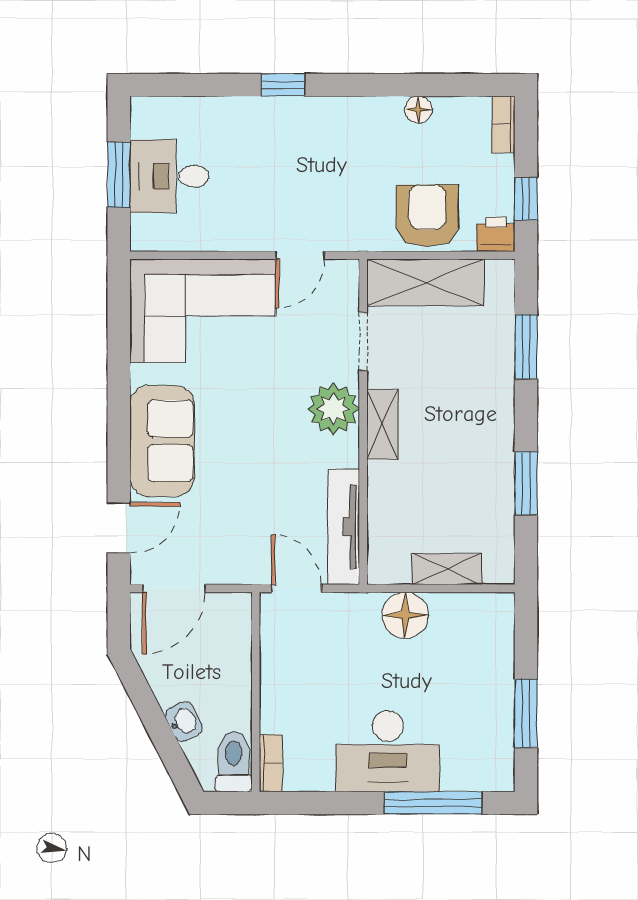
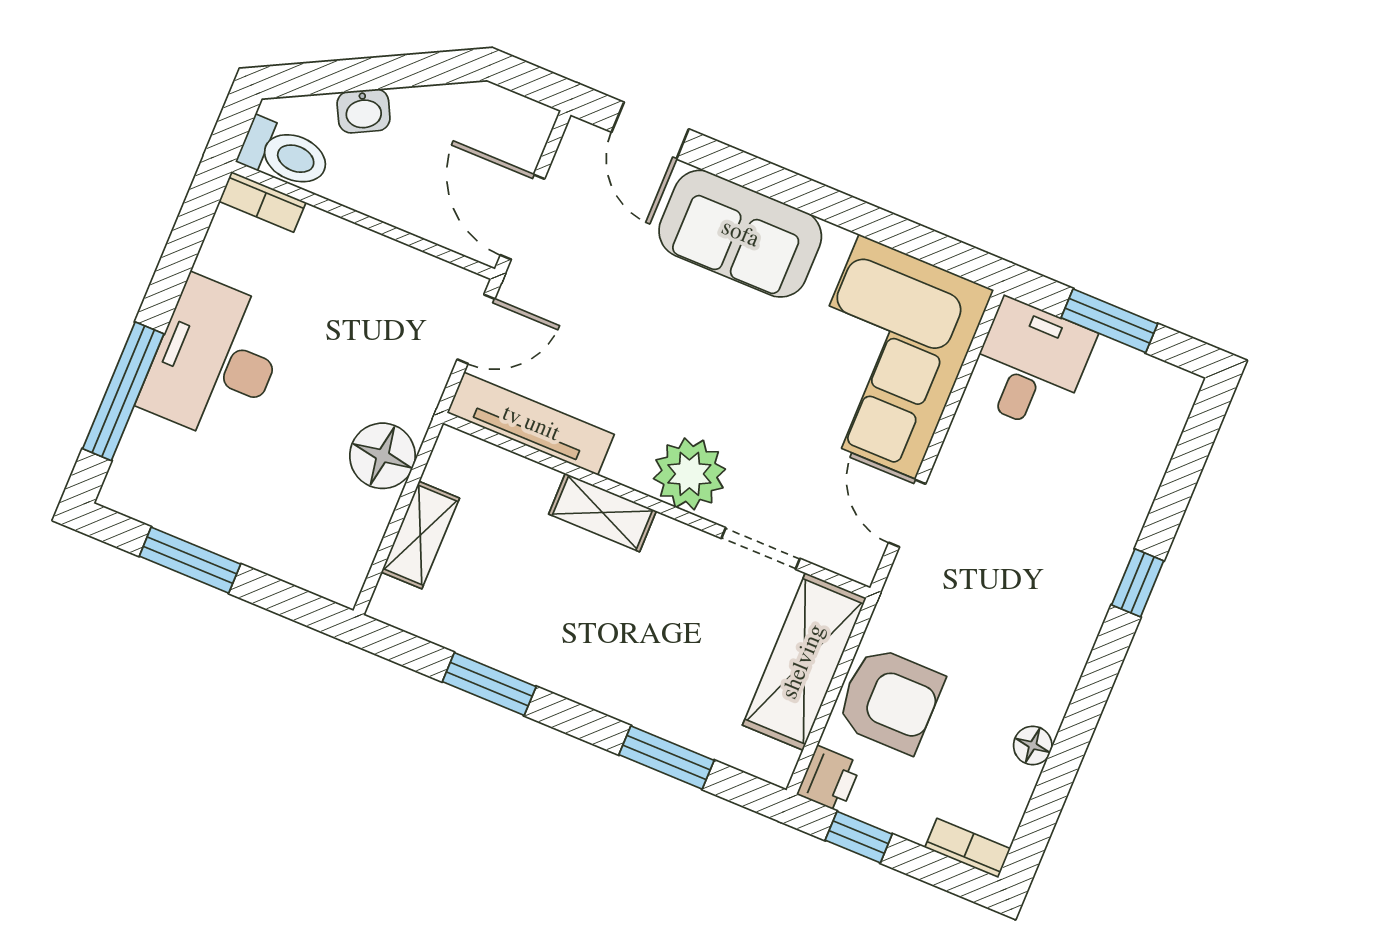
desk: (169, 176) -> (1030, 365), moved
shelving: (383, 424) -> (602, 513), moved
door: (174, 588) -> (522, 217), moved

